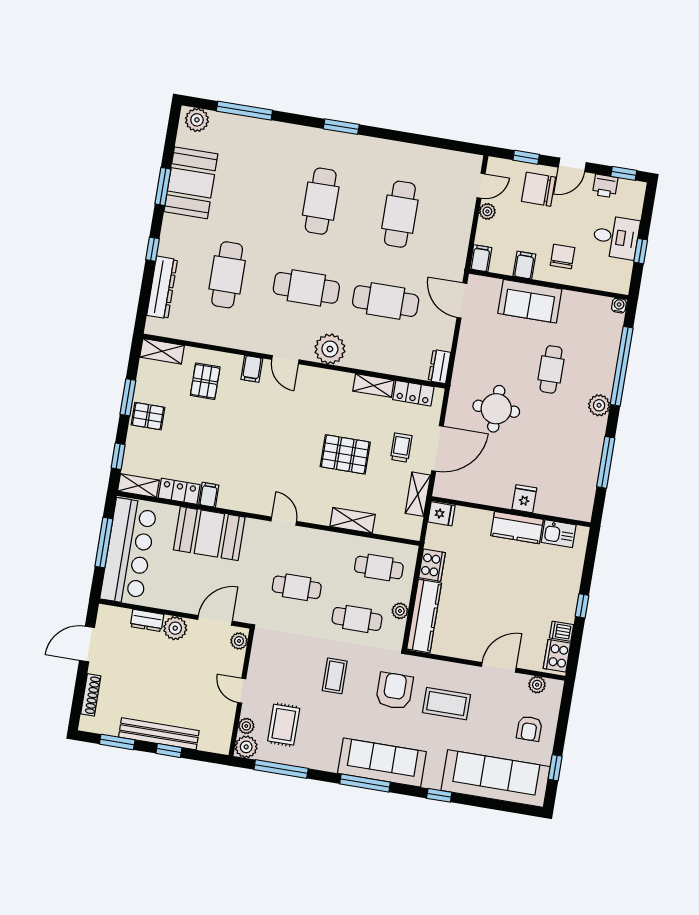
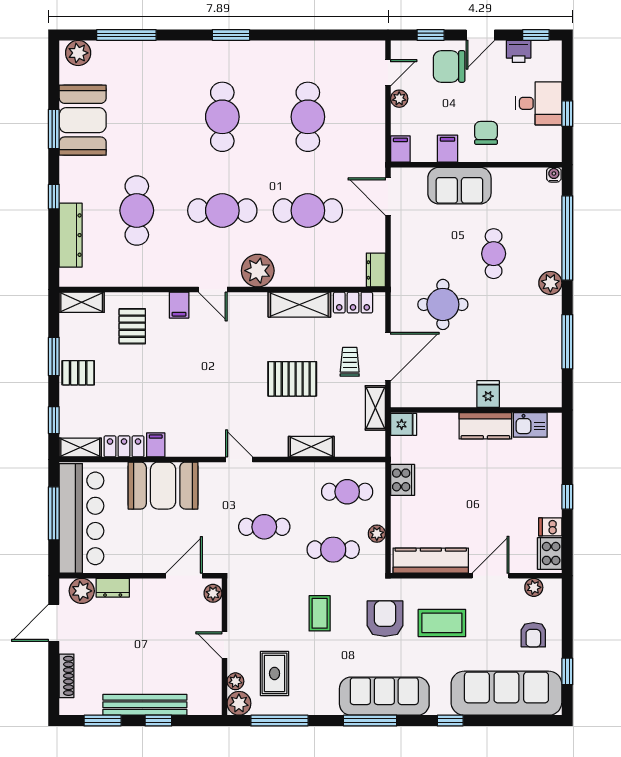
shelving: (373, 386) -> (299, 305), width x1.50, depth x1.33
kitchen counter: (424, 616) -> (431, 561), moved, turned -90
plant: (175, 628) -> (82, 591), moved

